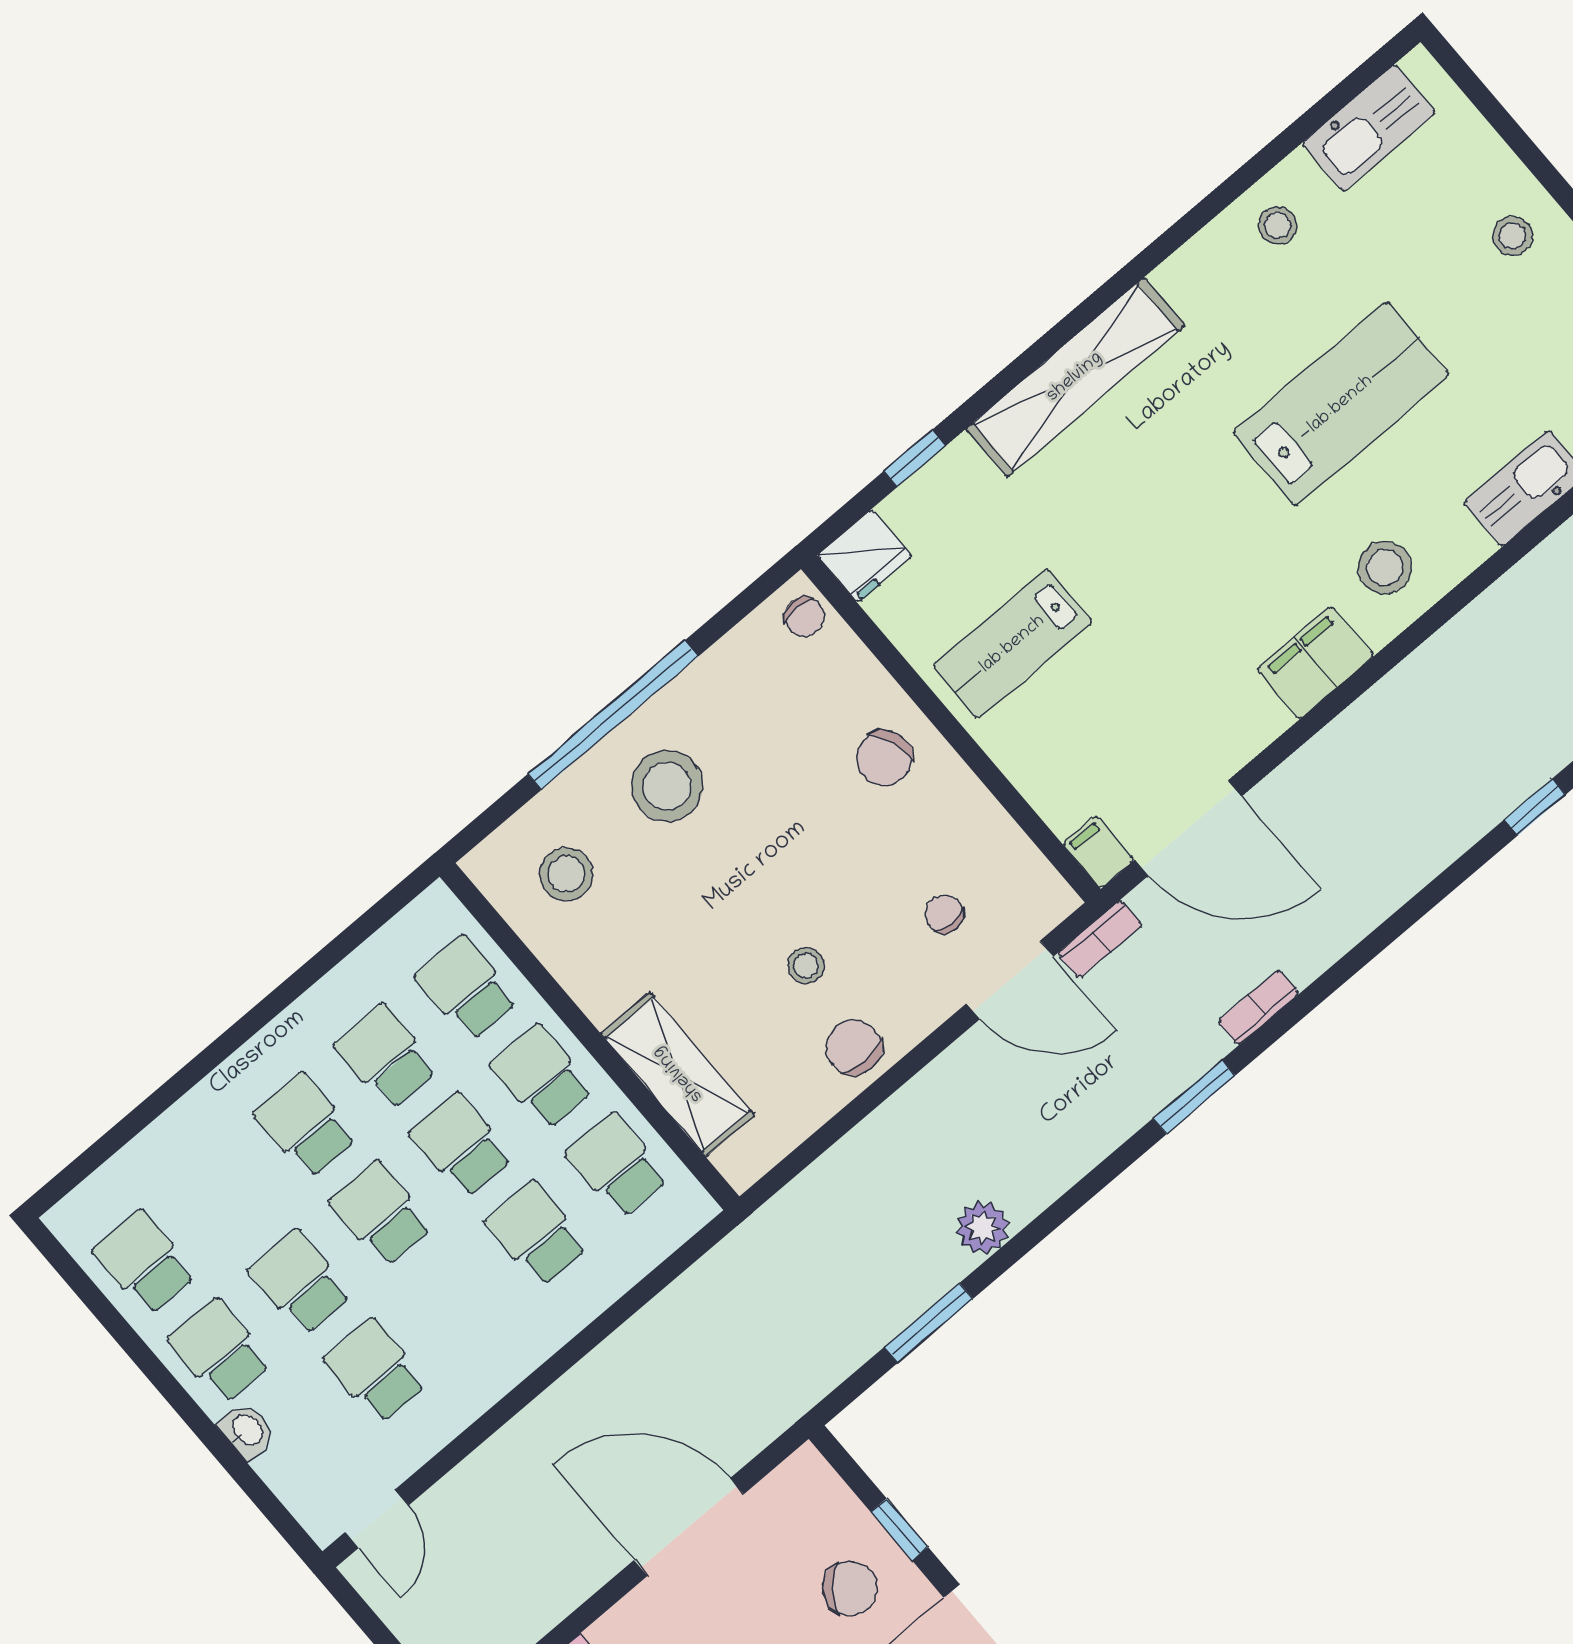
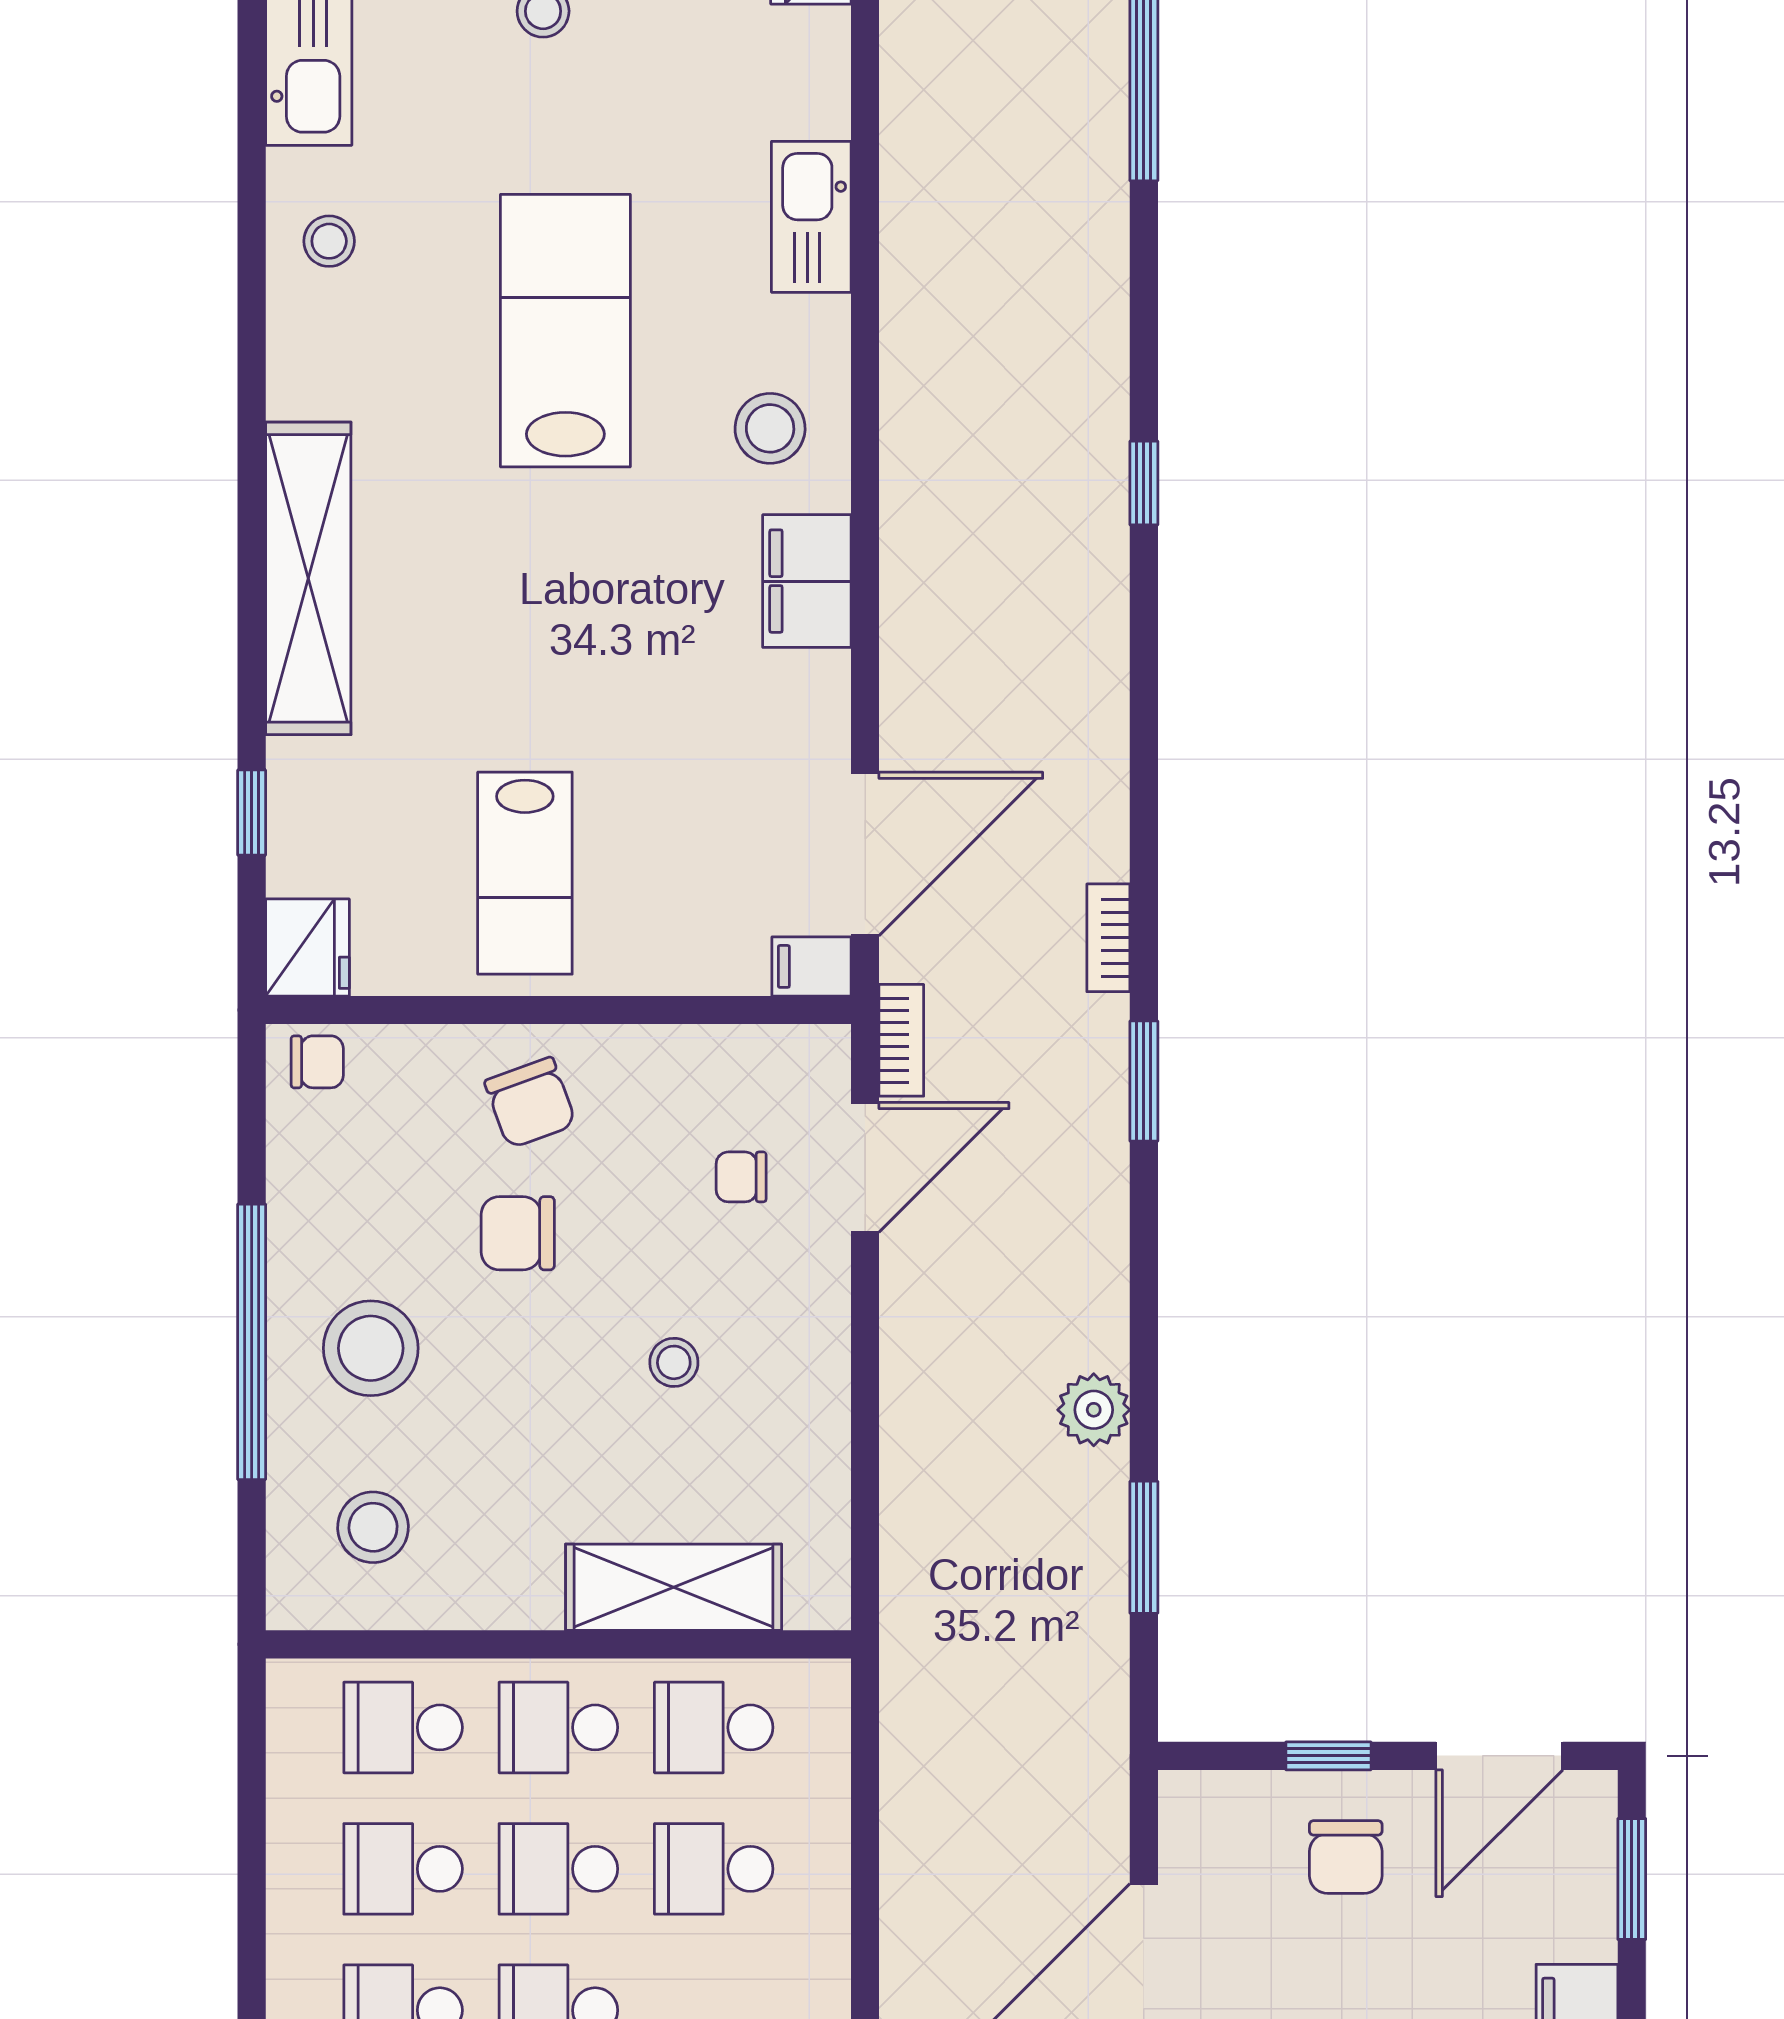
chair: (854, 1047) -> (518, 1233), moved
chair: (850, 1588) -> (1346, 1857), turned 141

